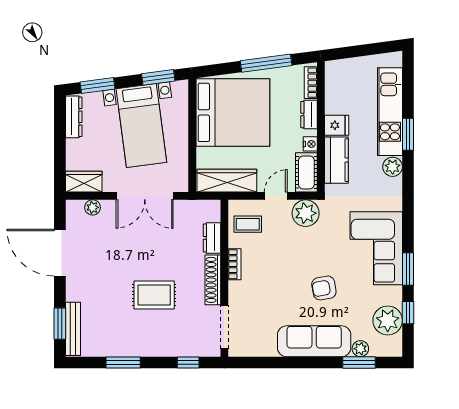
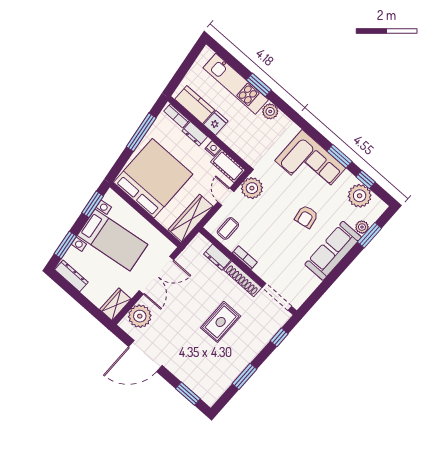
kitchen counter: (336, 160) -> (195, 105), moved
plant: (93, 207) -> (140, 316), width x1.88, depth x1.88
bench: (73, 329) -> (198, 389), removed

